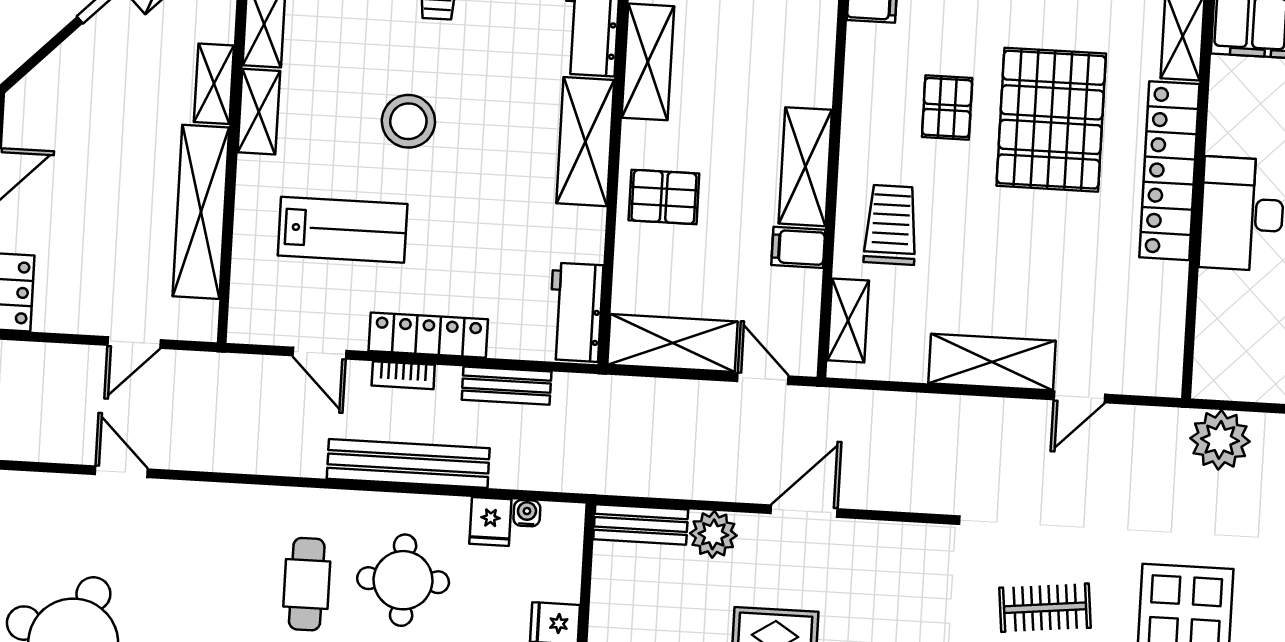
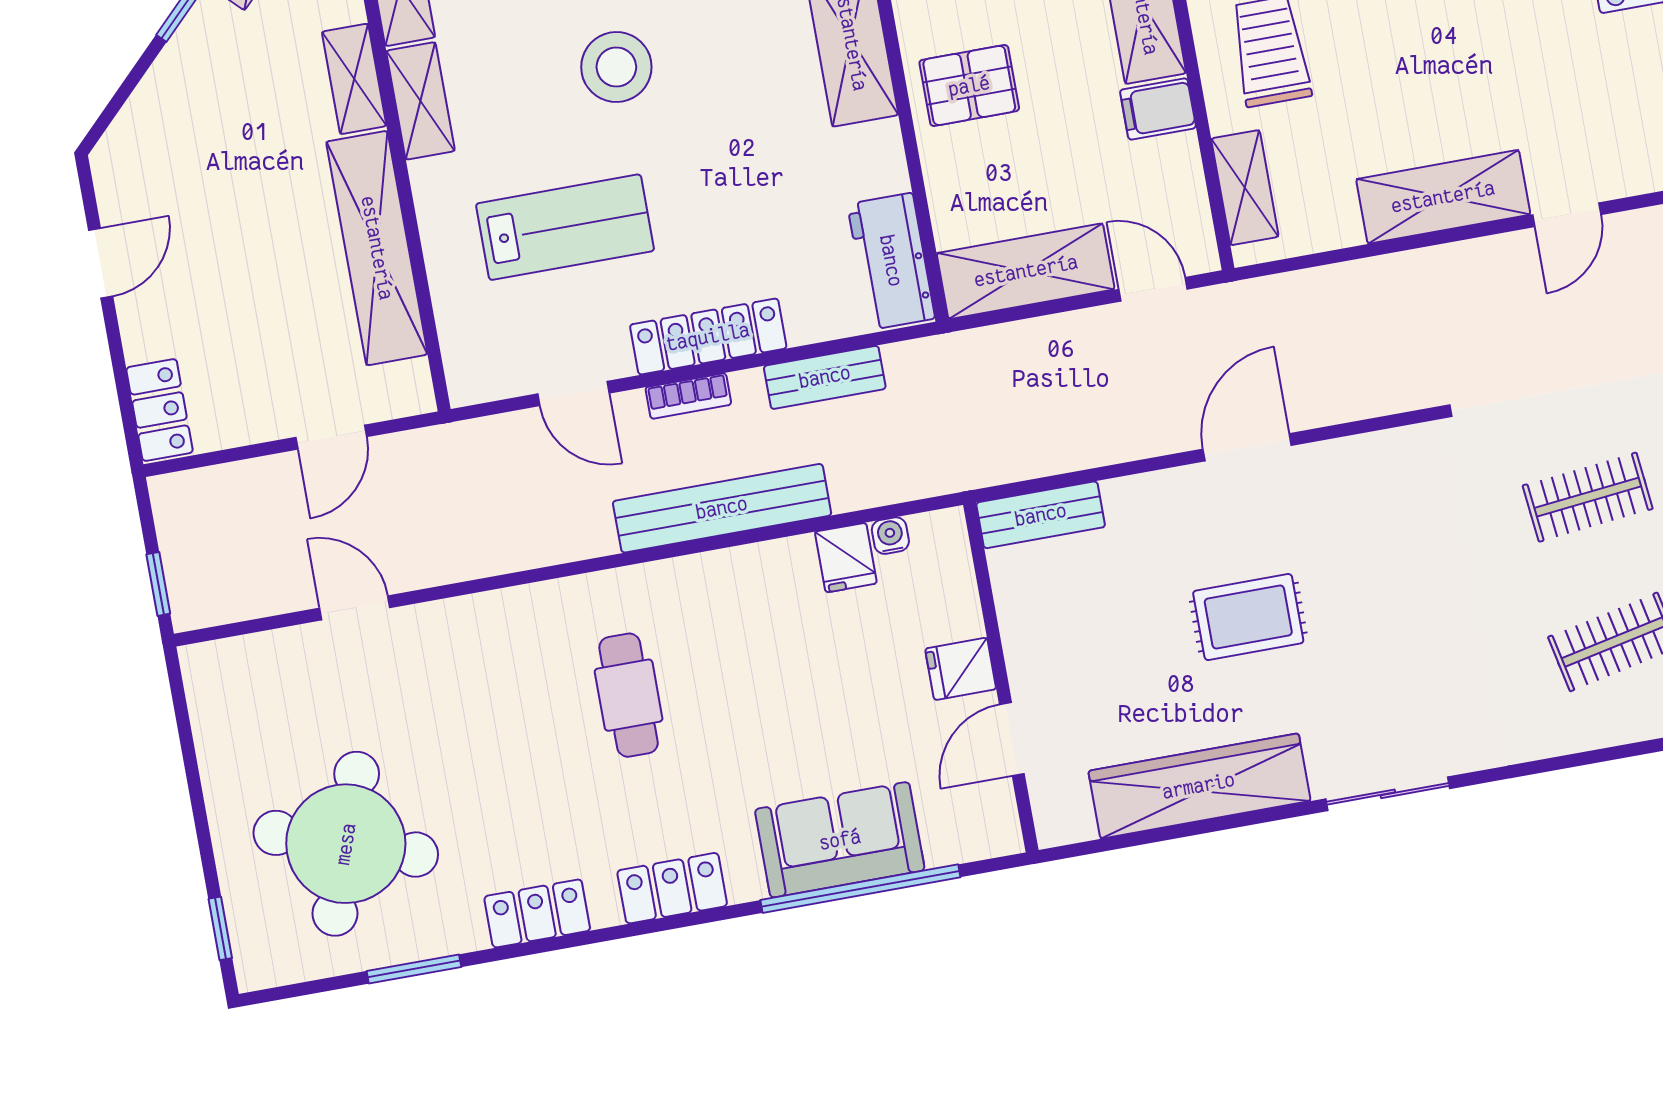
plant: (713, 534) -> (1137, 505), removed
round table: (403, 580) -> (752, 660), removed

